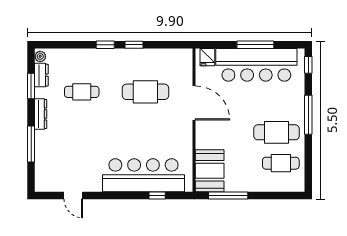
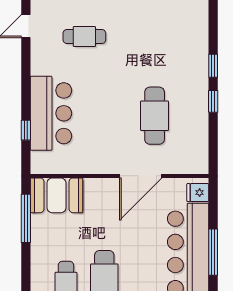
cafe table: (82, 92) -> (84, 37), moved, turned 90
bar counter: (144, 175) -> (51, 113), width x0.73

